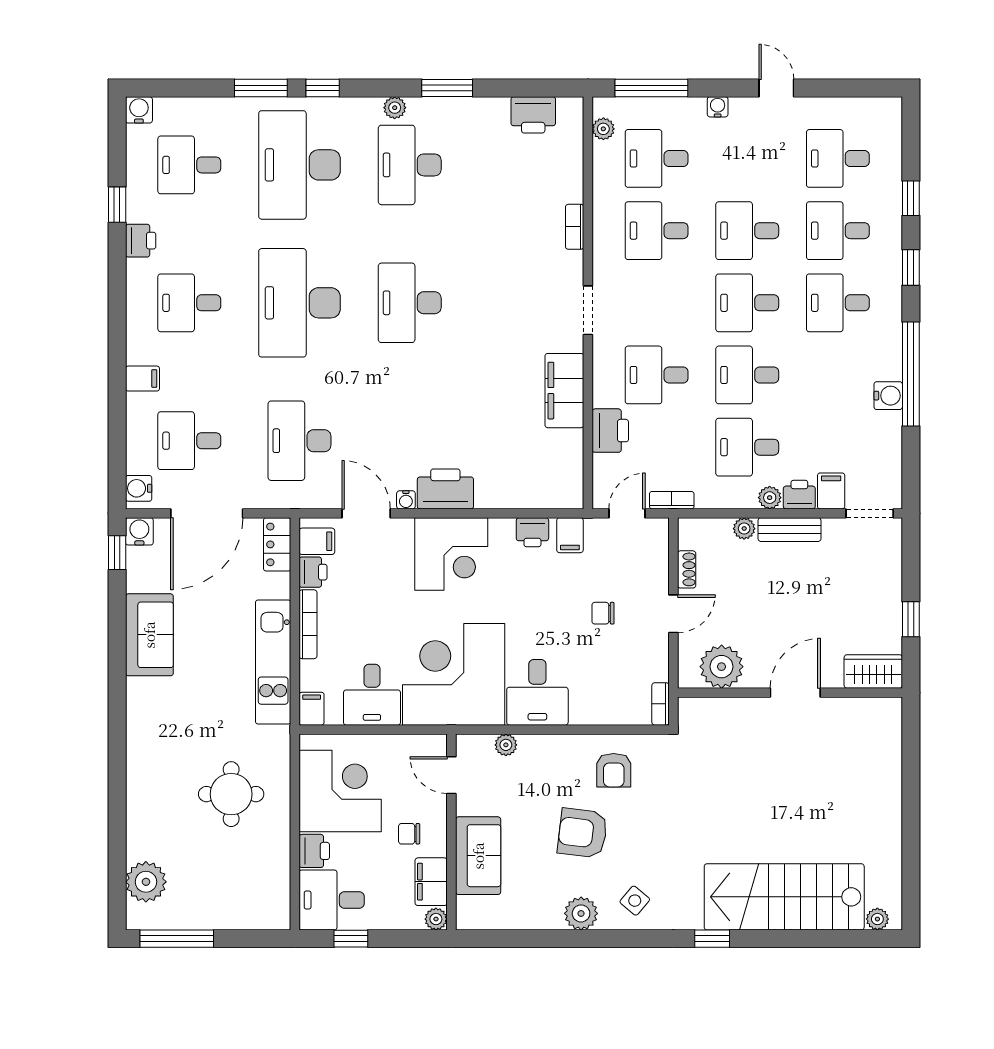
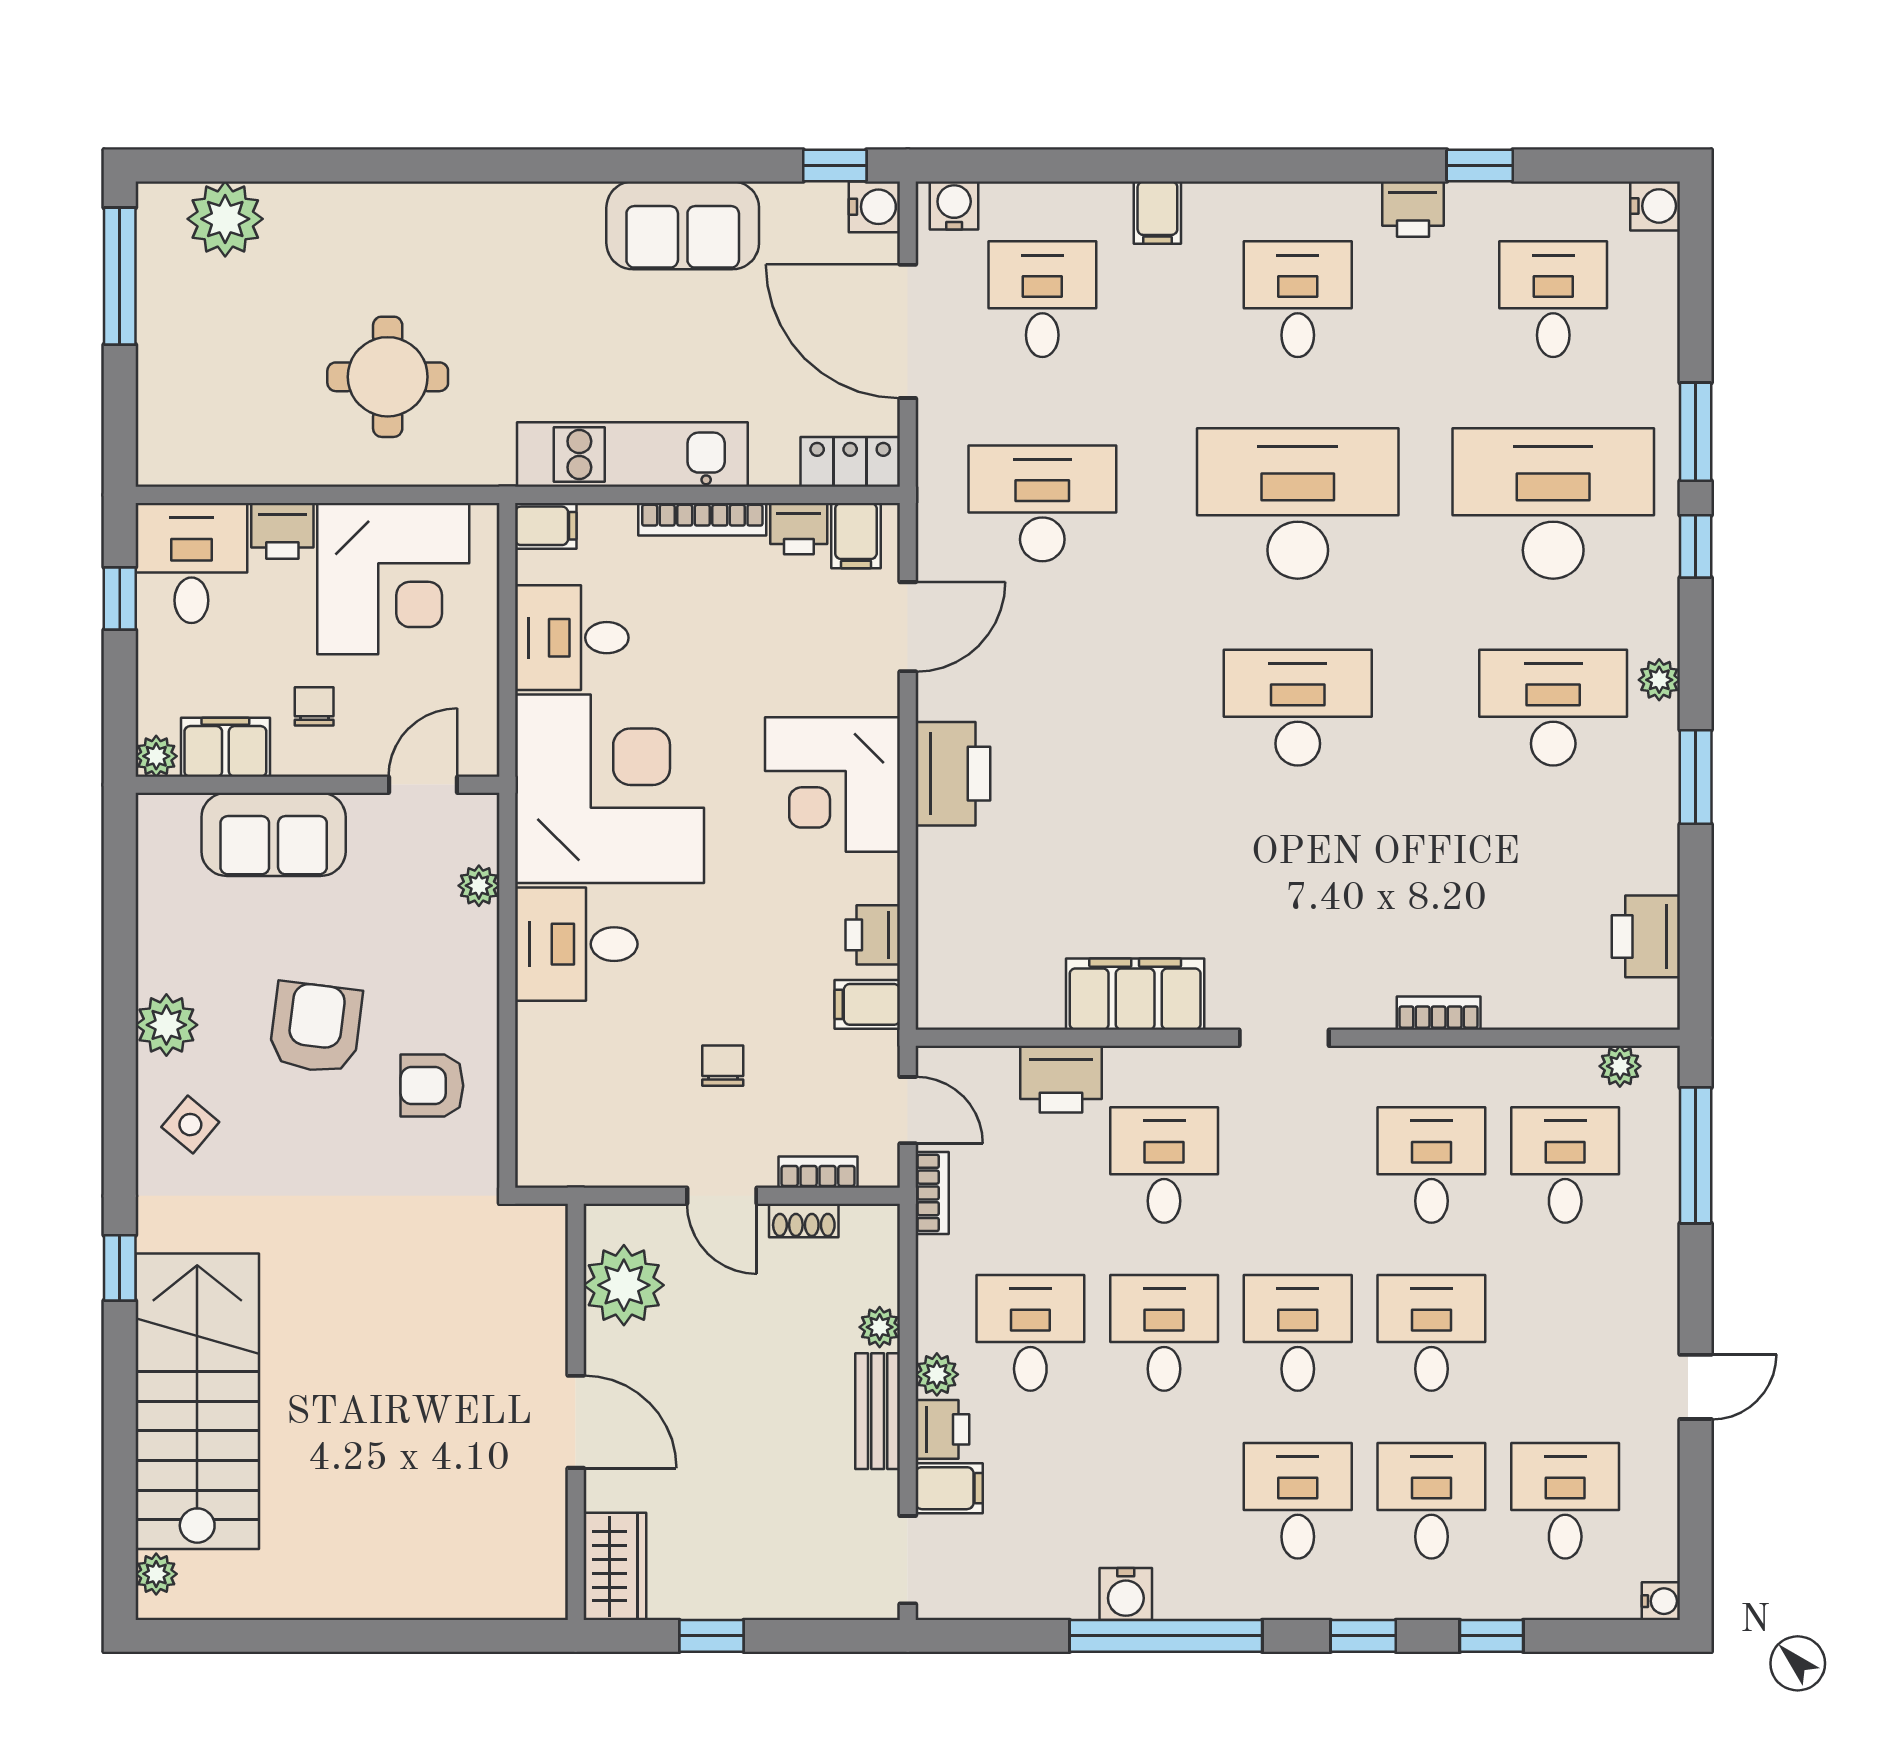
water cooler: (718, 107) -> (1661, 1601), moved
water cooler: (406, 500) -> (933, 701), removed
bookcase: (660, 704) -> (818, 1172), moved

